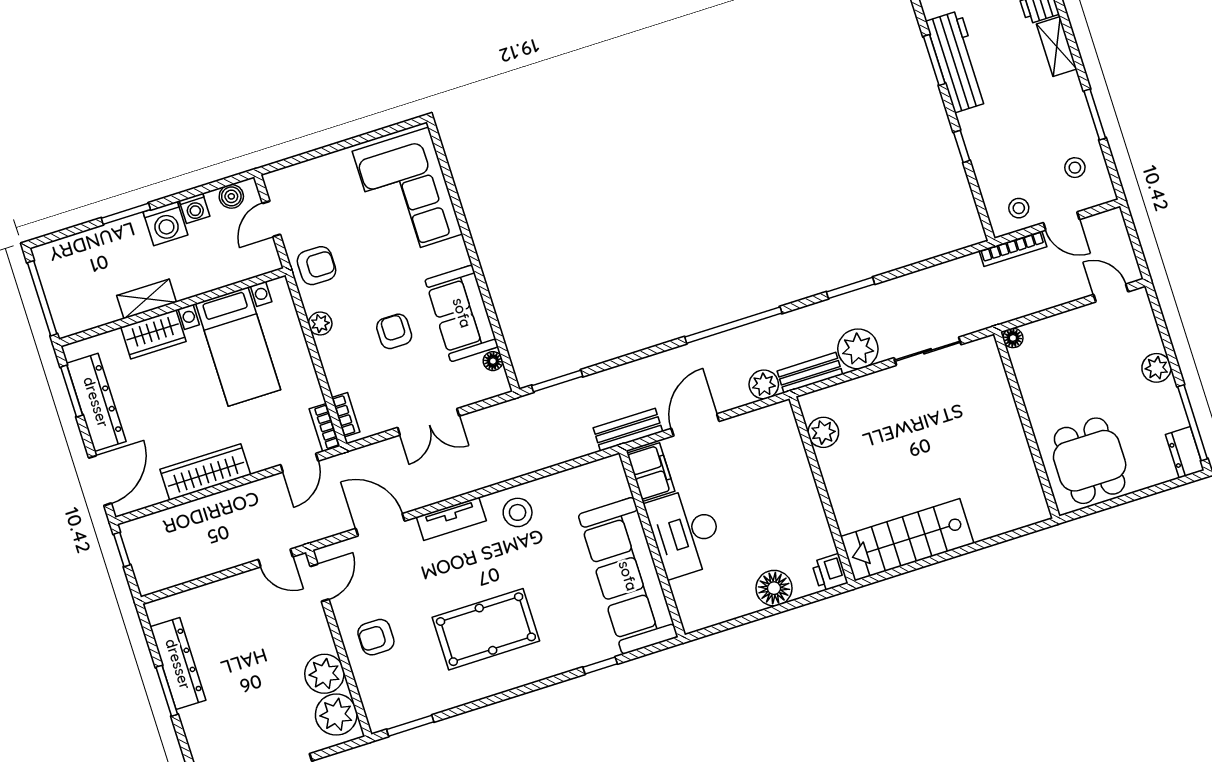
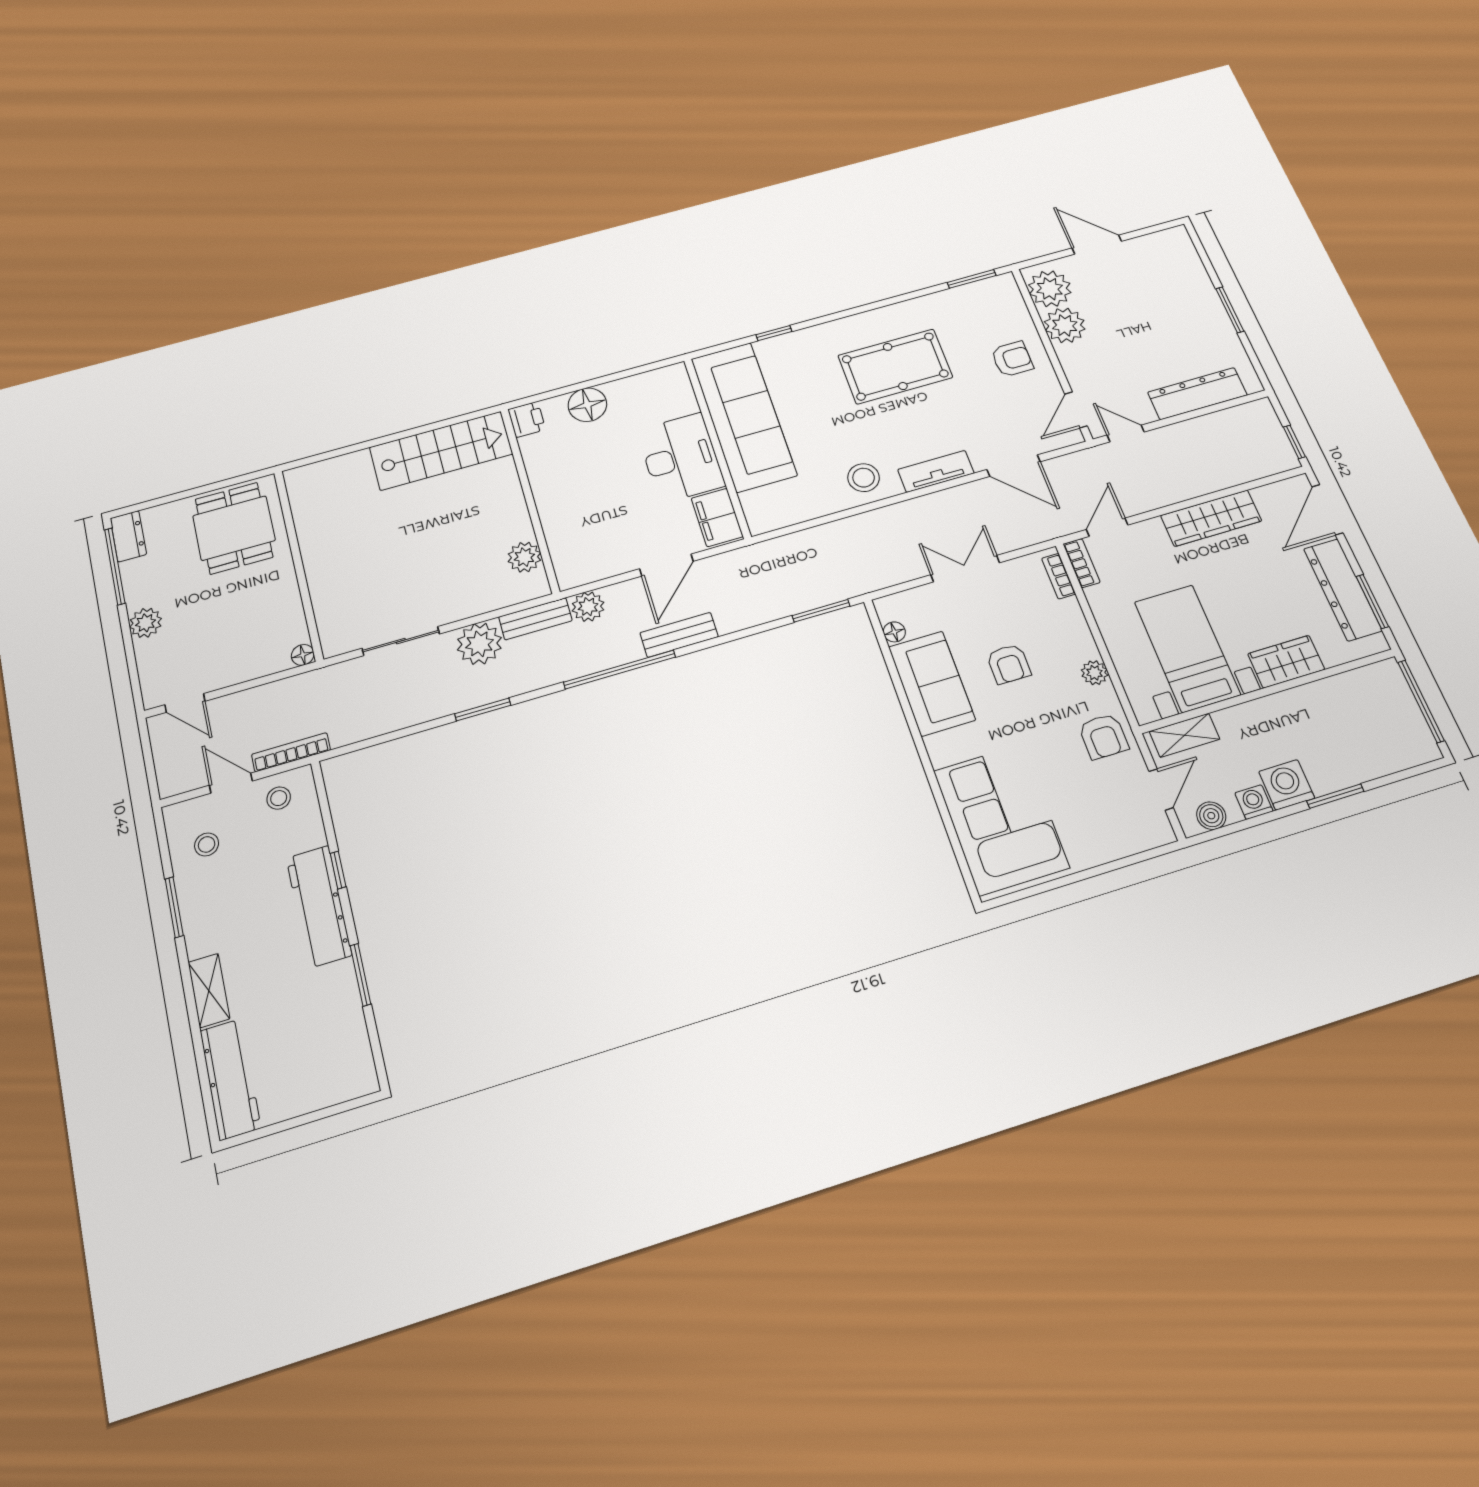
workbench: (957, 62) -> (319, 906), moved
armchair: (317, 266) -> (1103, 736), turned -90
shelving: (147, 299) -> (1185, 735), moved
bench: (628, 430) -> (679, 635), moved
dresser: (178, 664) -> (1197, 394), moved, turned 90

